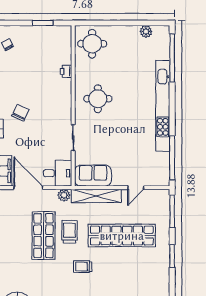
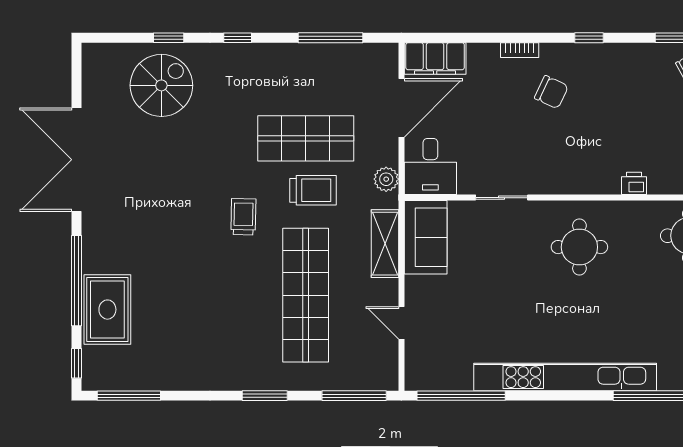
shelving: (96, 196) -> (385, 244), width x0.68

